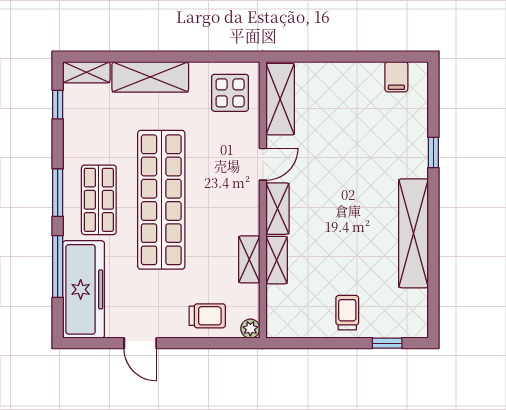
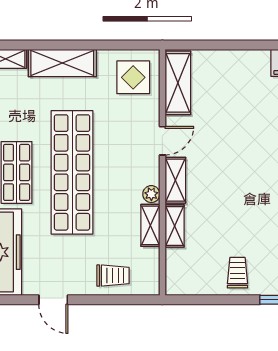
plant: (250, 329) -> (151, 194), moved

